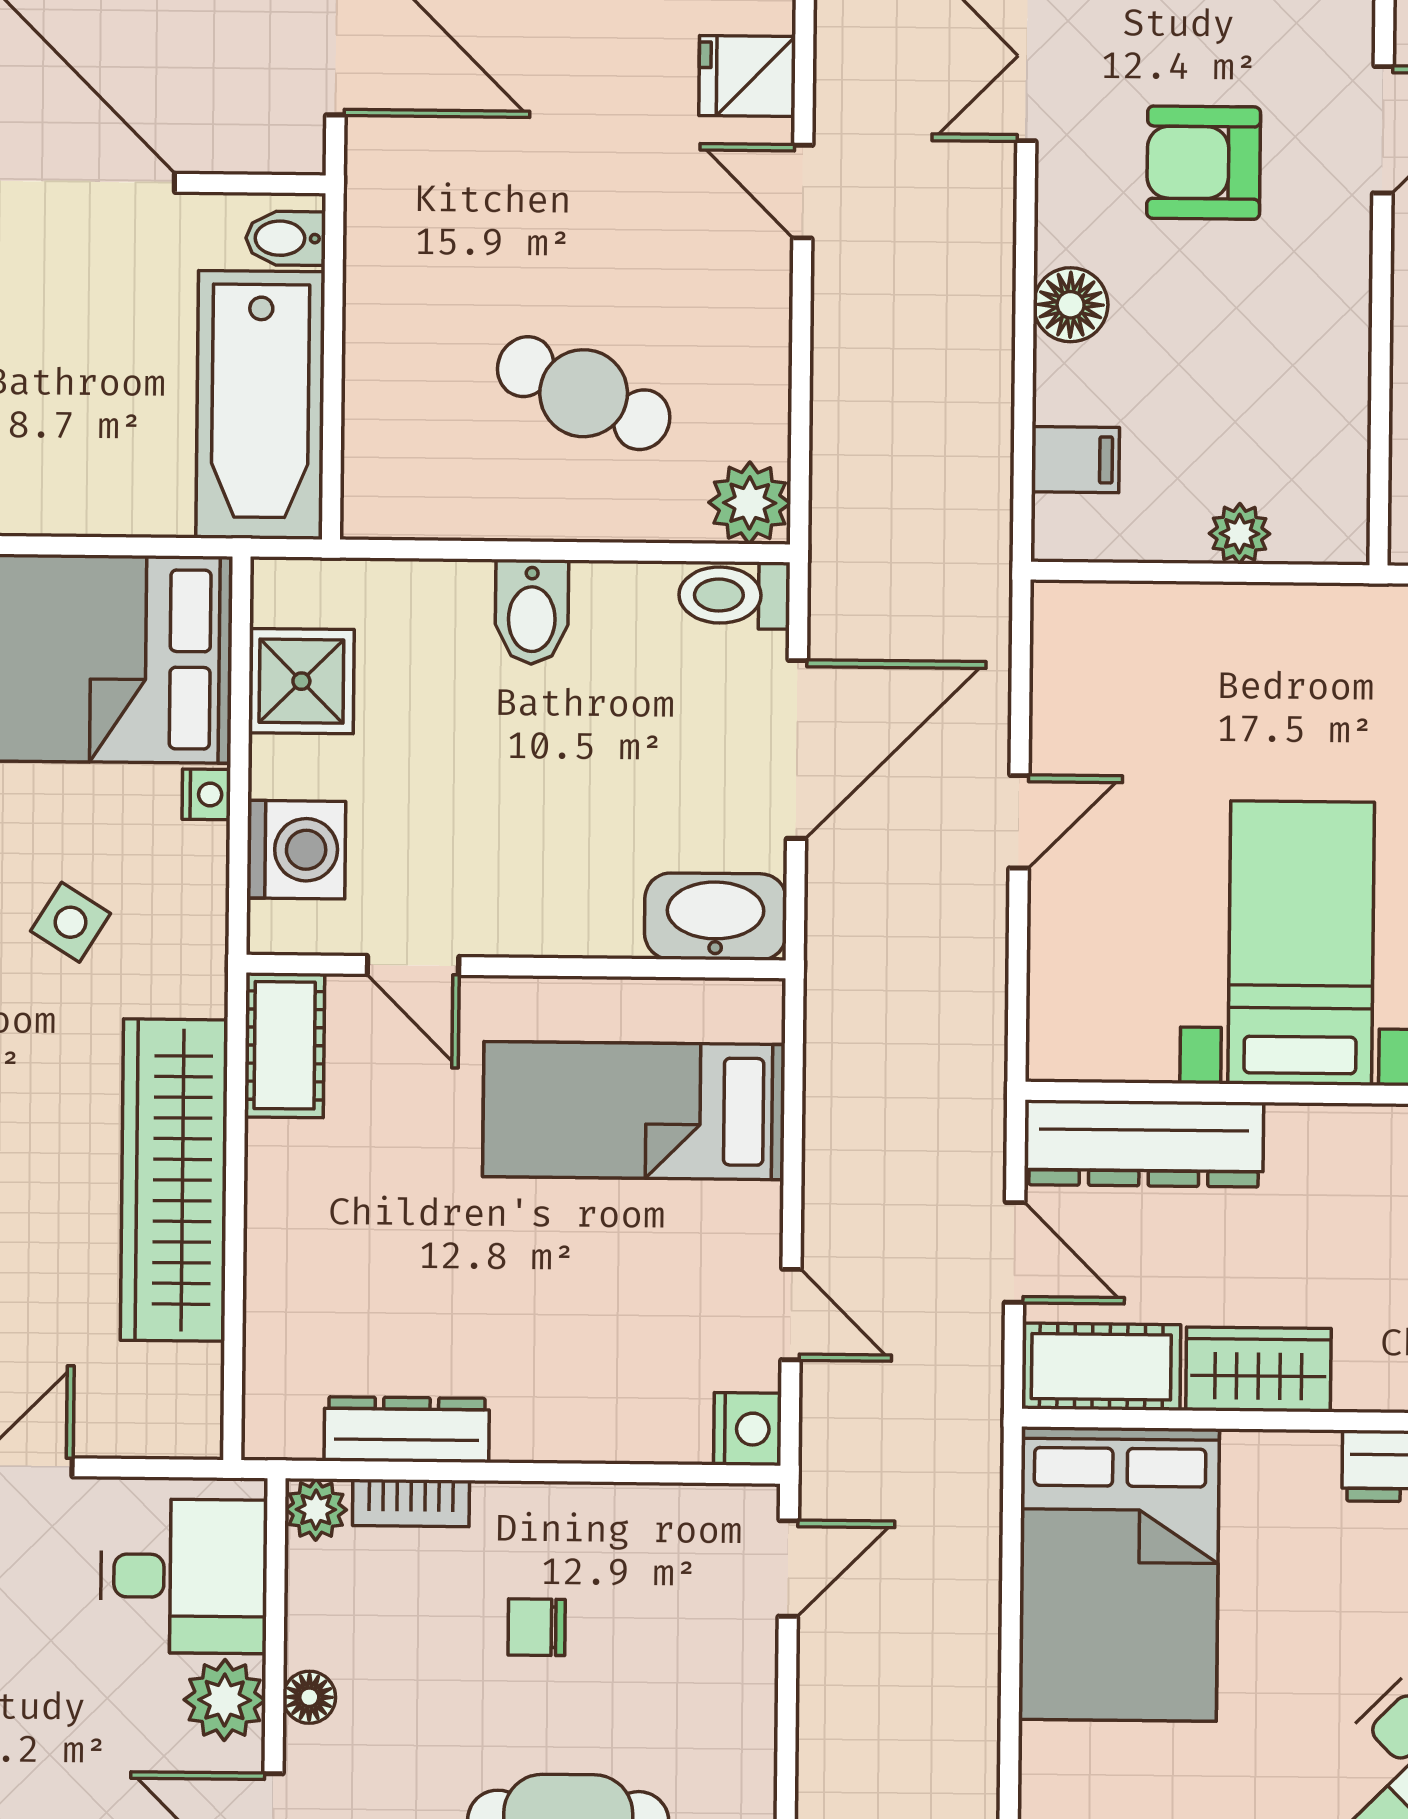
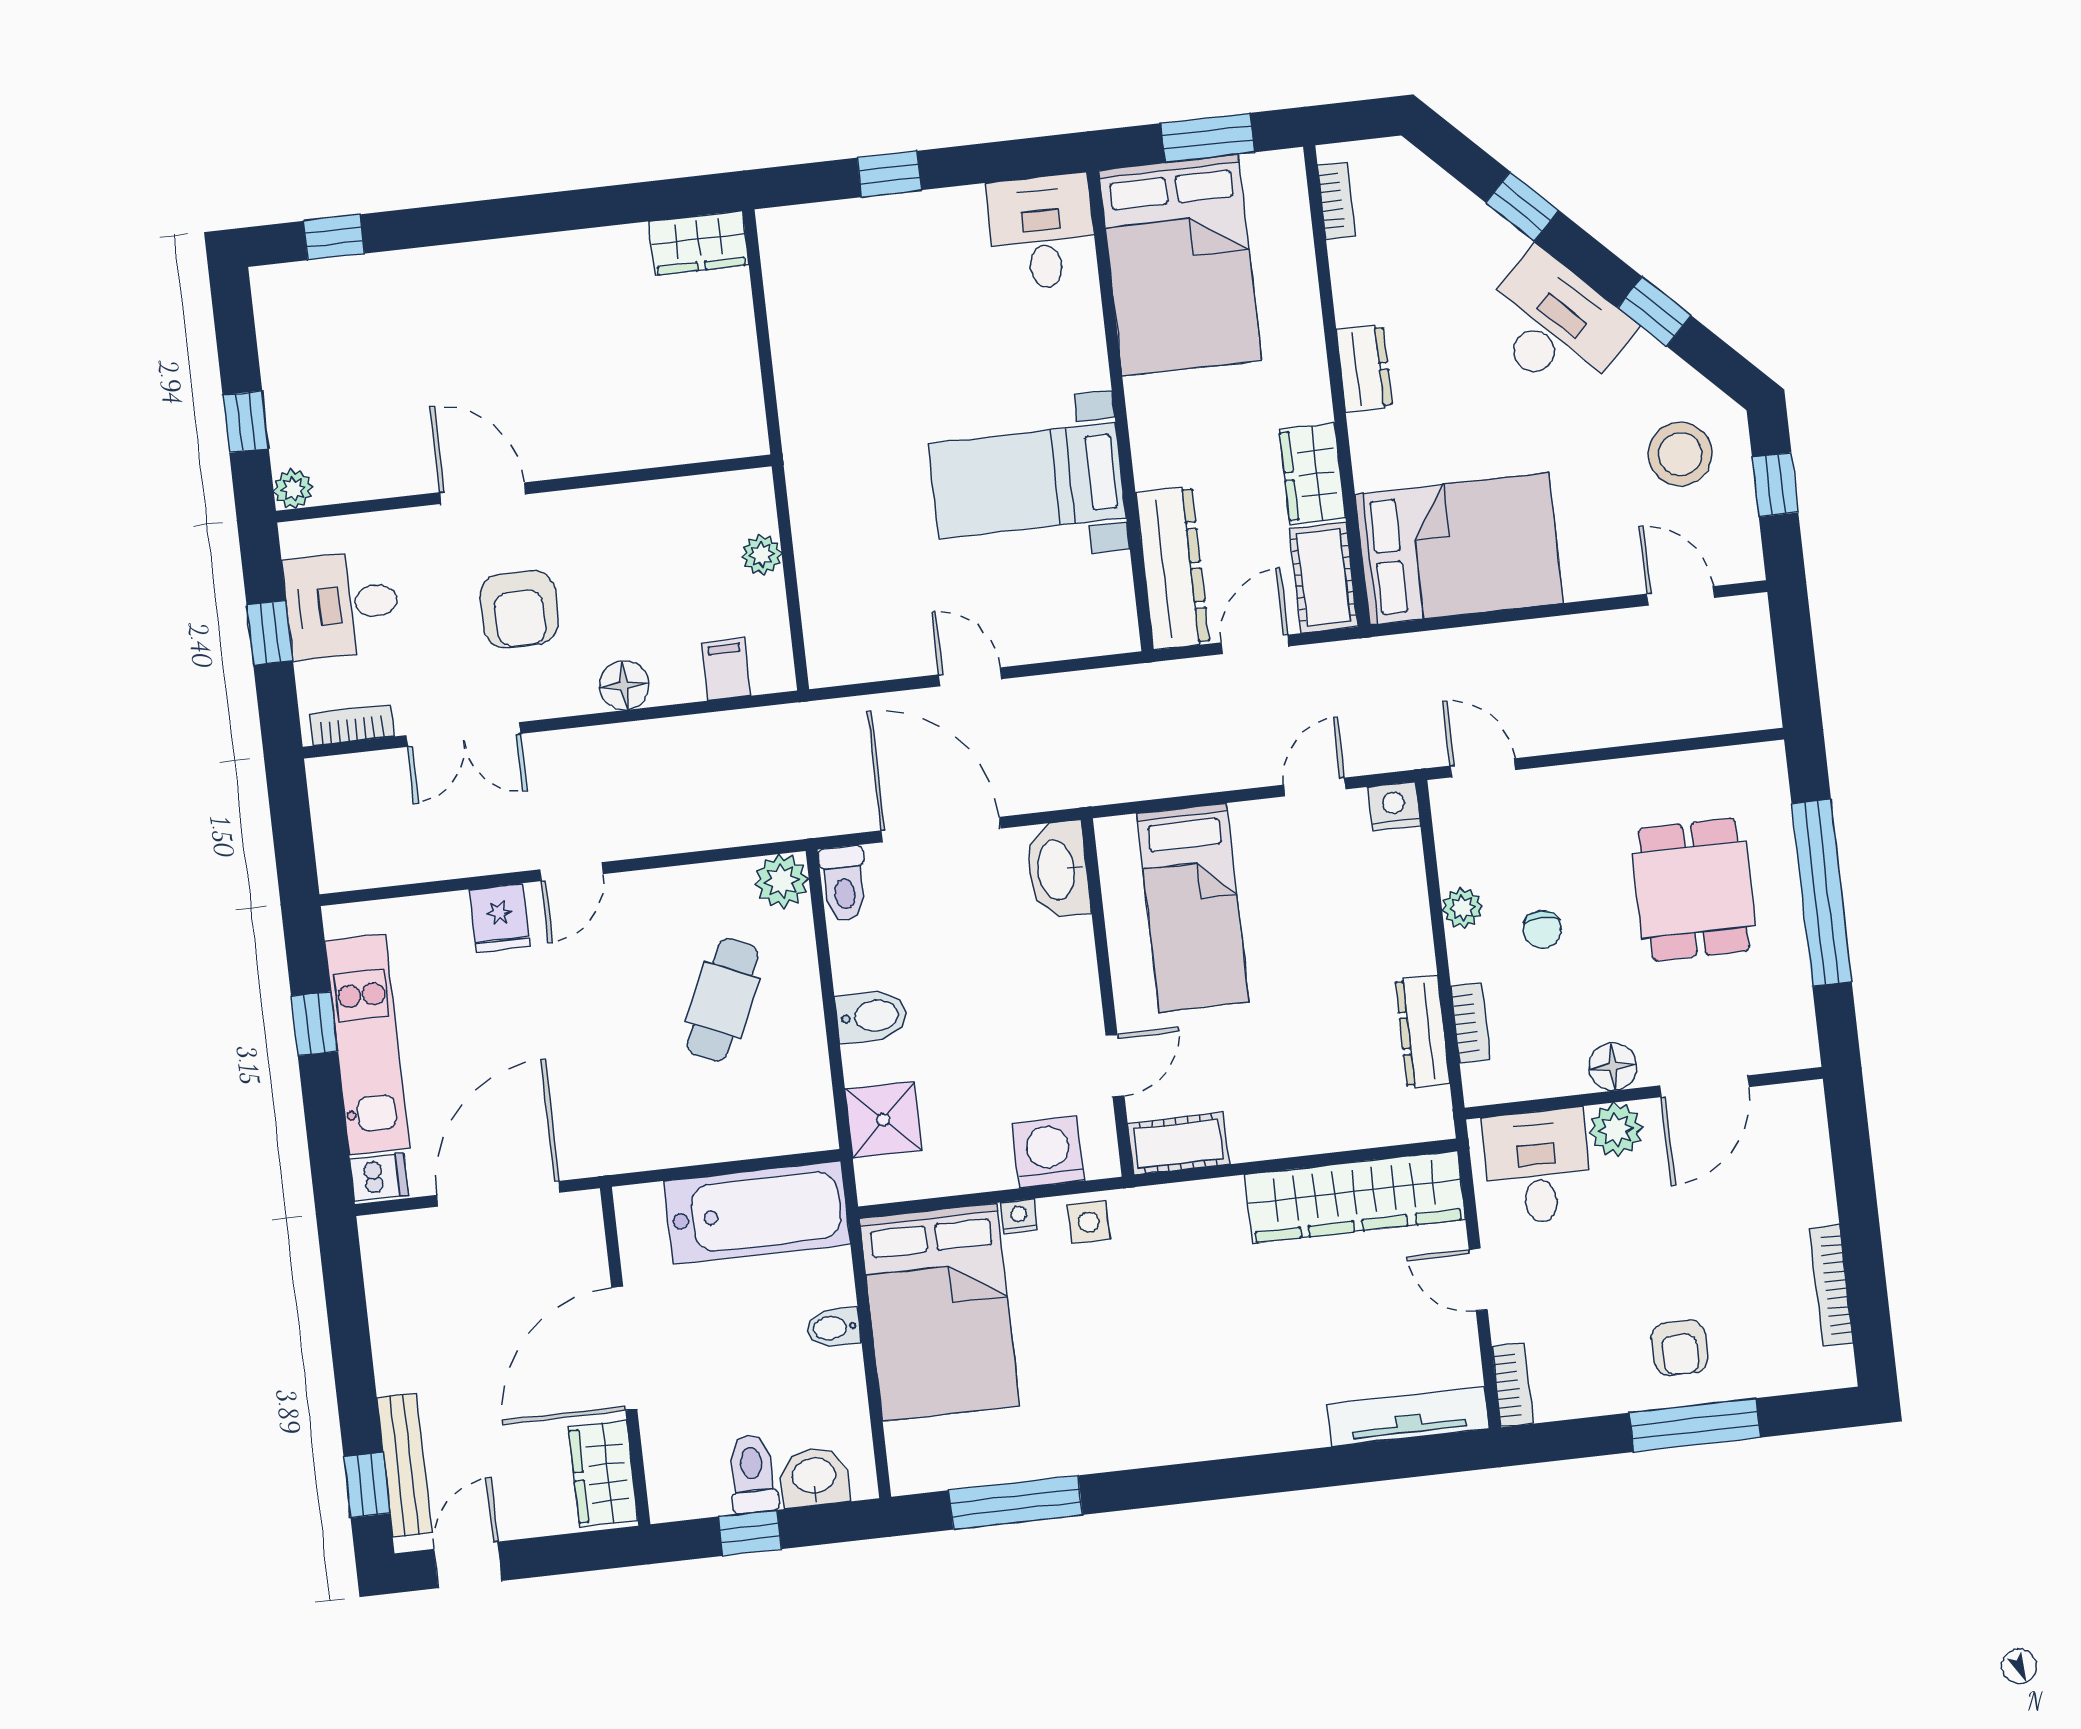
bidet: (286, 238) -> (833, 1328), moved, turned 90
shower: (301, 681) -> (883, 1120), moved
side table: (70, 922) -> (1089, 1222), moved, turned -32
wardrobe: (174, 1180) -> (1355, 1197), moved
plant: (316, 1510) -> (1462, 908), moved
floor lamp: (309, 1697) -> (1613, 1067), width x1.37, depth x1.37

